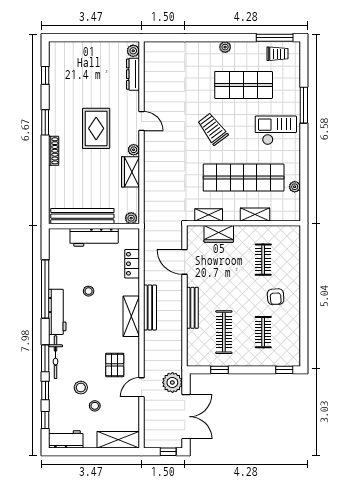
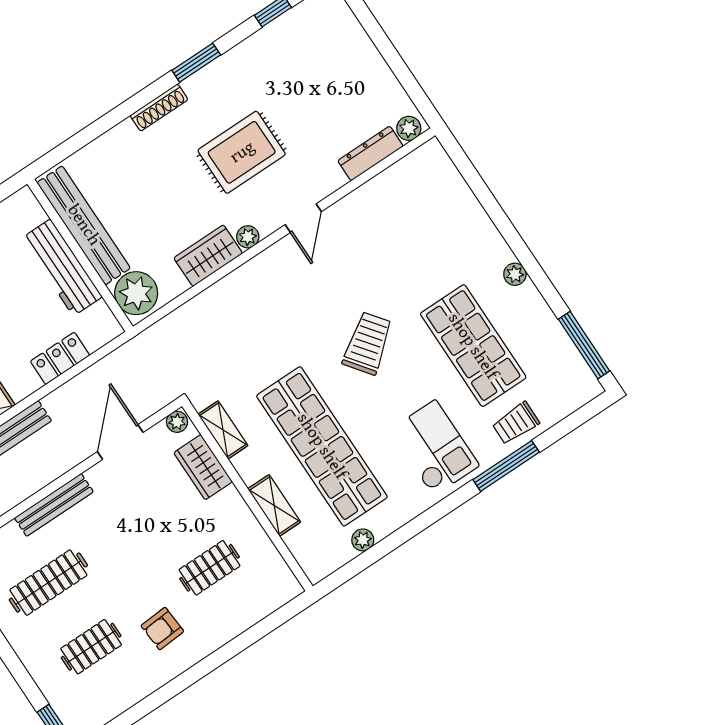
trolley: (277, 54) -> (516, 423), moved, turned 90
plant: (131, 218) -> (136, 293), width x1.88, depth x1.88
plant: (192, 232) -> (177, 422), added

